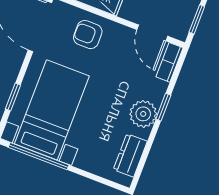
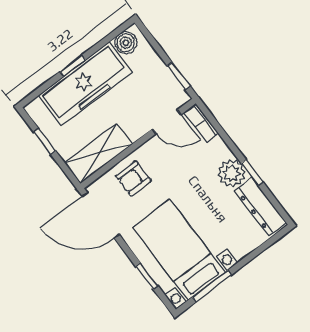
window: (163, 107) -> (252, 173), moved
dresser: (130, 155) -> (260, 207), width x1.44
window: (39, 156) -> (212, 286), width x0.69

